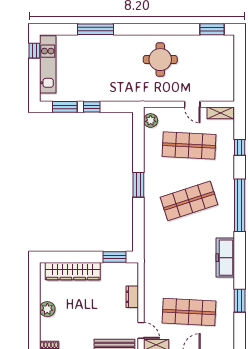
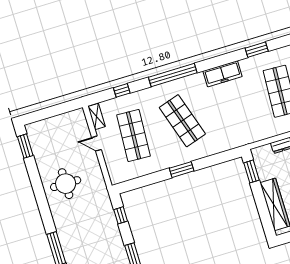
door: (192, 104) -> (96, 144), swing flipped
window: (92, 107) -> (121, 215), moved
plant: (151, 120) -> (122, 176), removed

